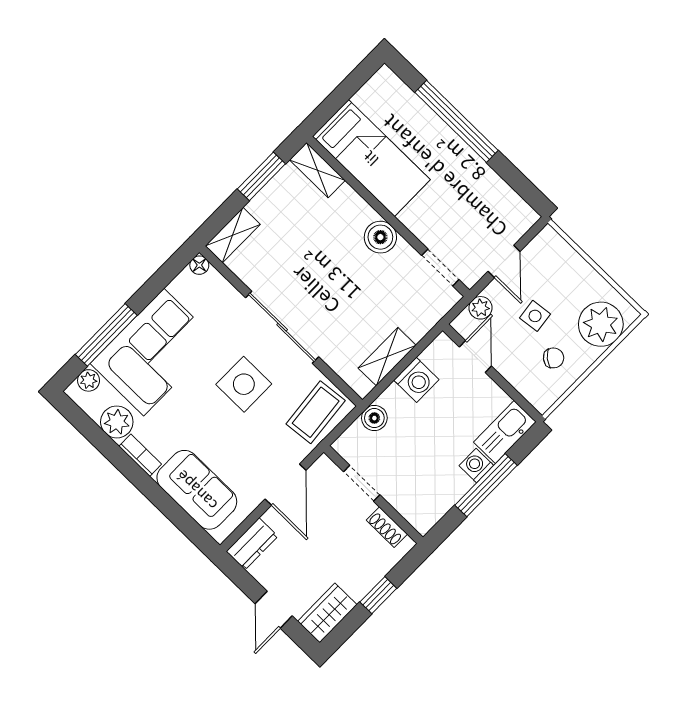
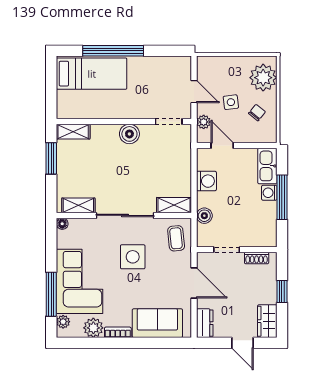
bed: (371, 158) -> (92, 74), moved
shelving: (233, 235) -> (78, 205), moved, turned 90
shelving: (387, 357) -> (174, 205), moved, turned 90
coffee table: (316, 412) -> (176, 238), width x0.73, depth x0.77

